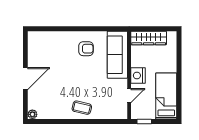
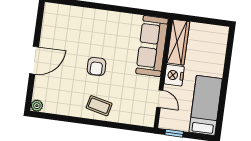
wardrobe: (149, 38) -> (178, 42), moved, turned -90
armchair: (86, 49) -> (97, 66), moved, turned 90
door: (129, 96) -> (160, 99), hinge flipped

